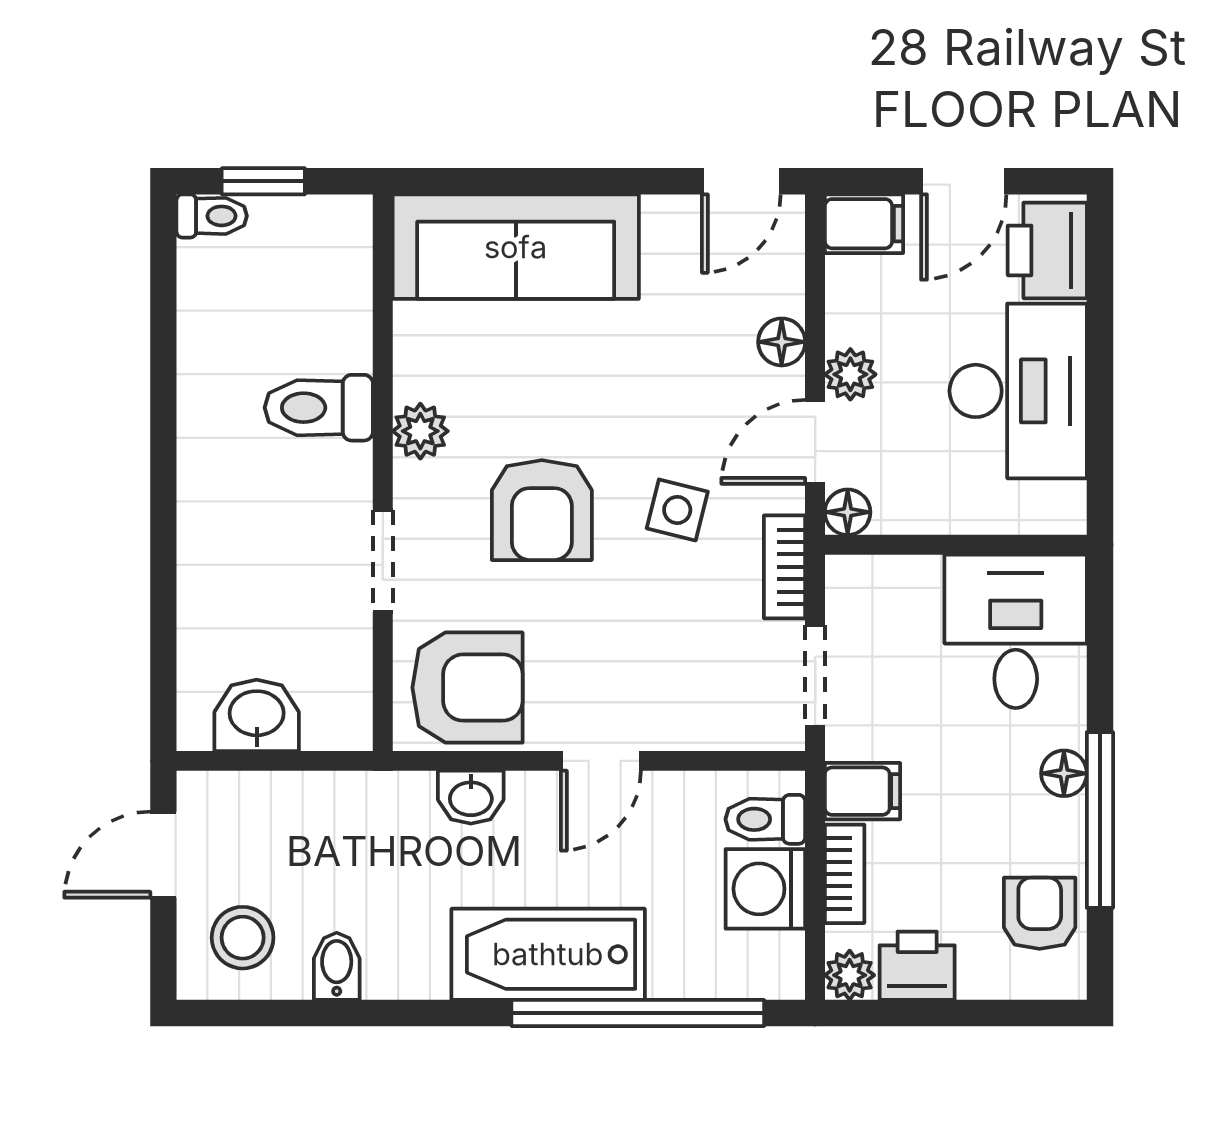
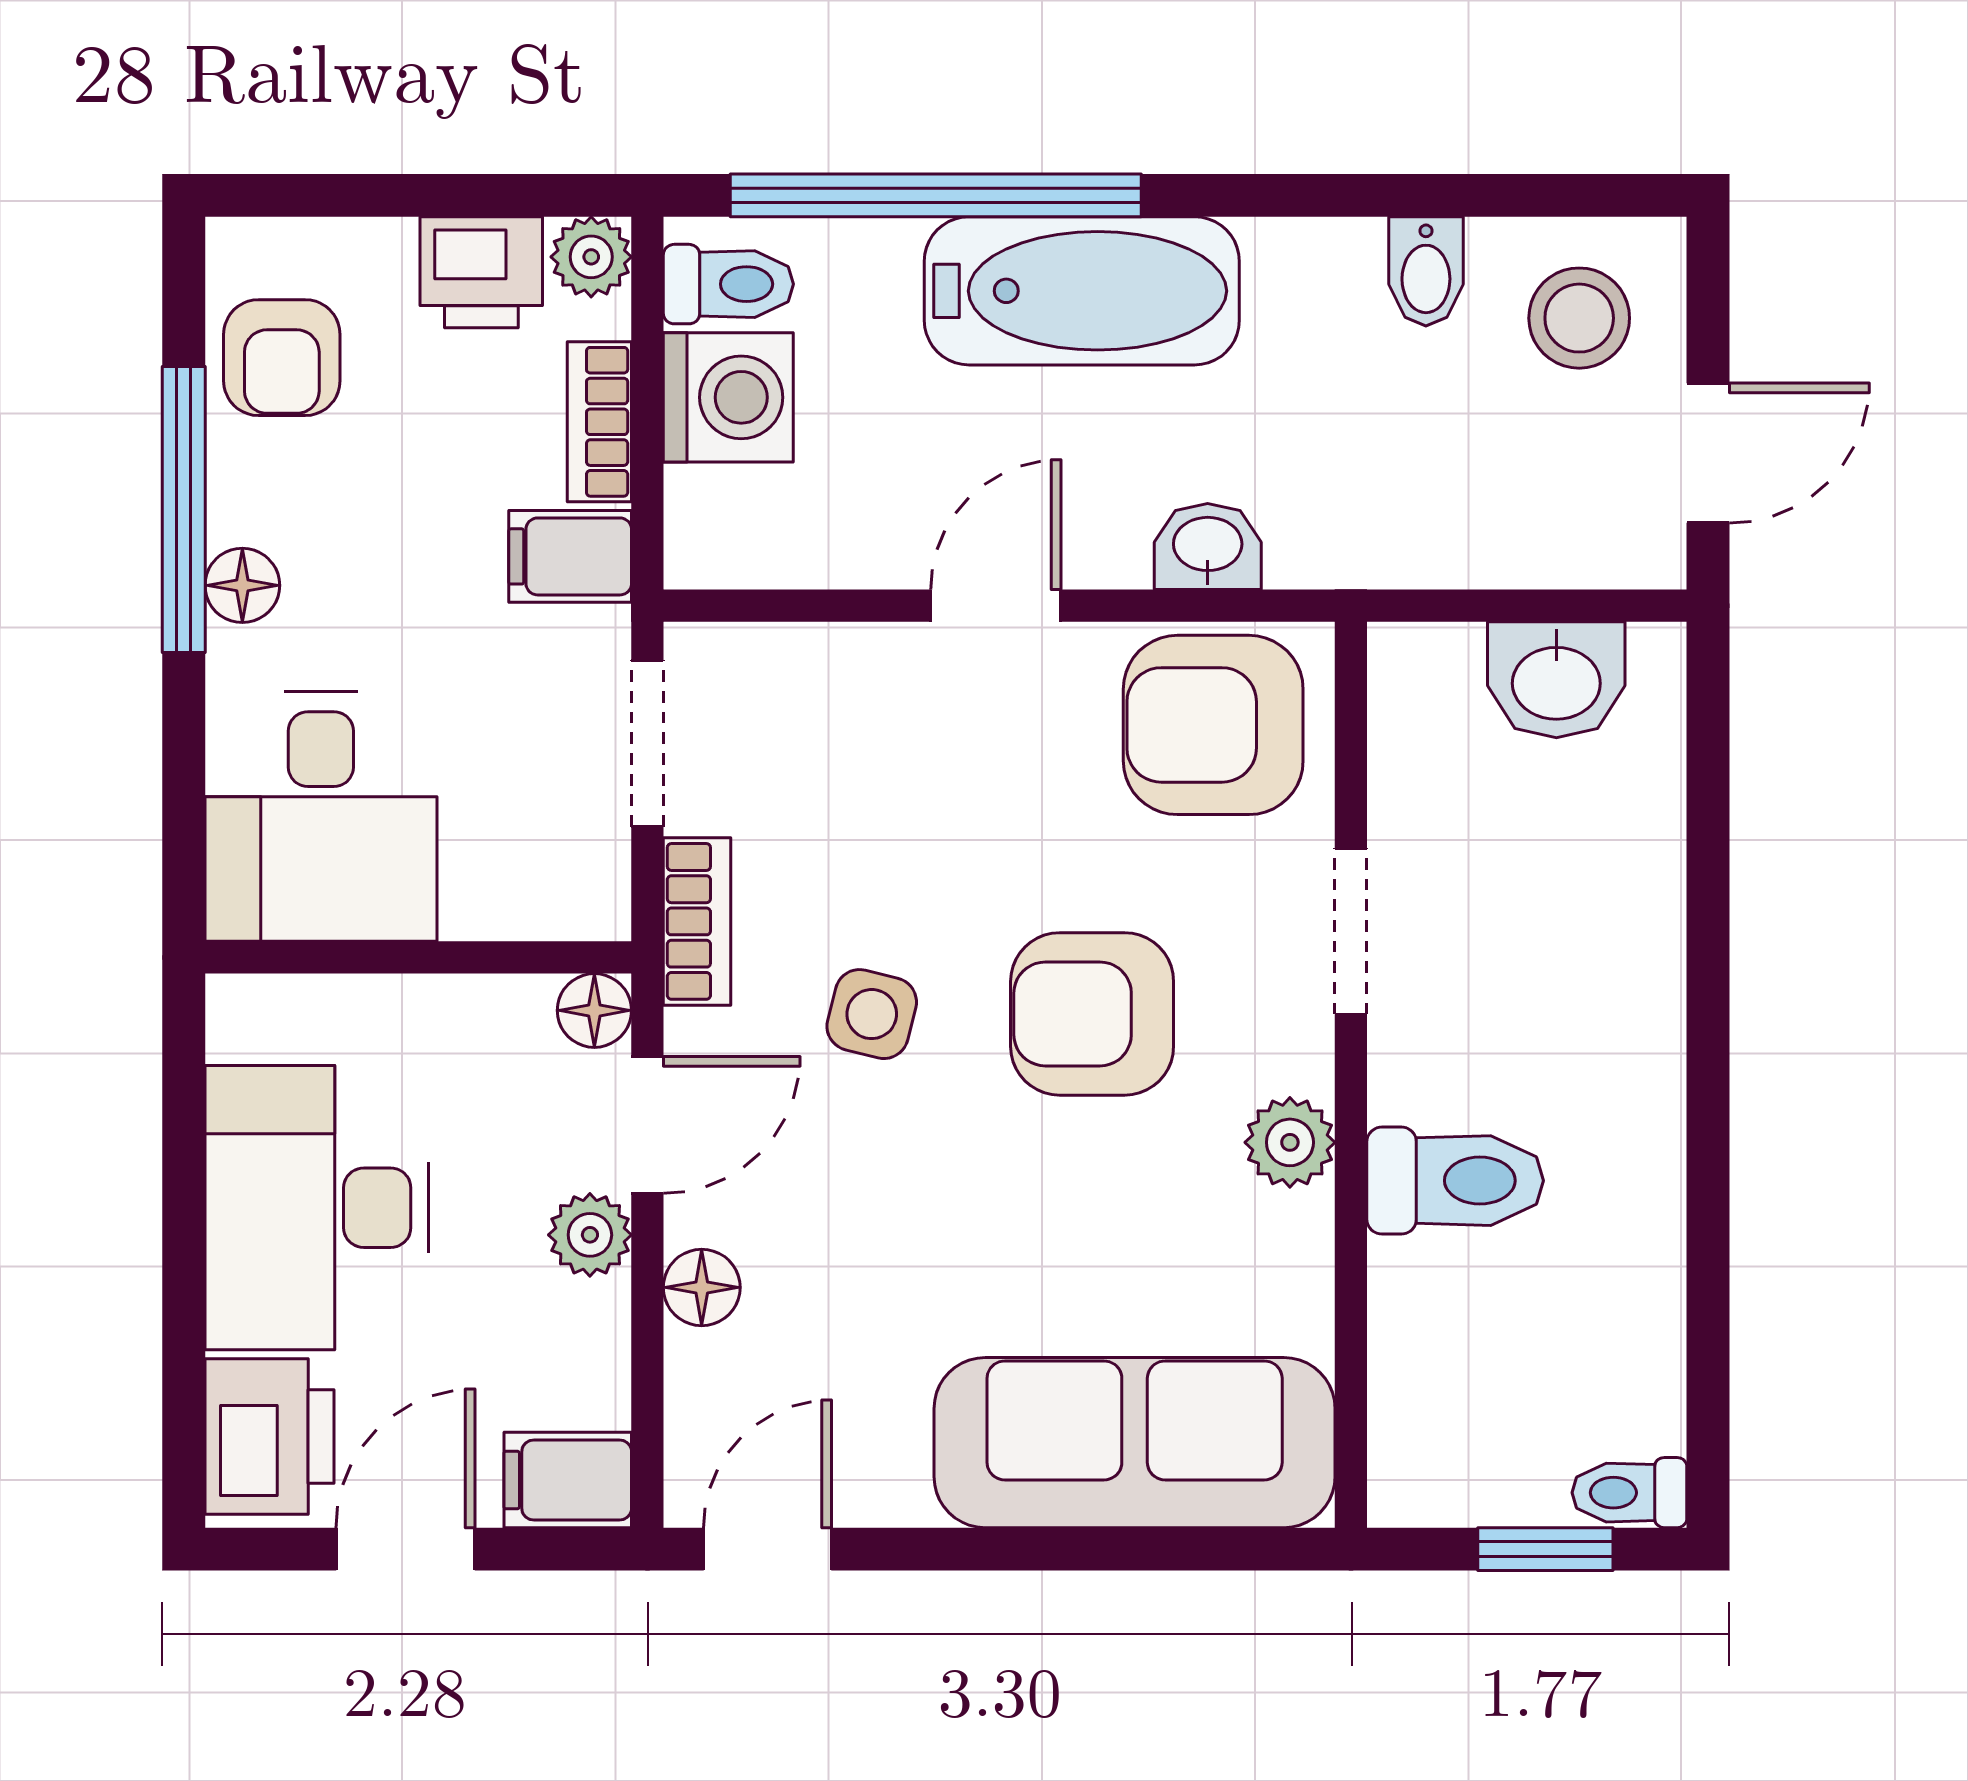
armchair: (542, 510) -> (1092, 1014), turned -90
toilet: (765, 819) -> (728, 284), moved

